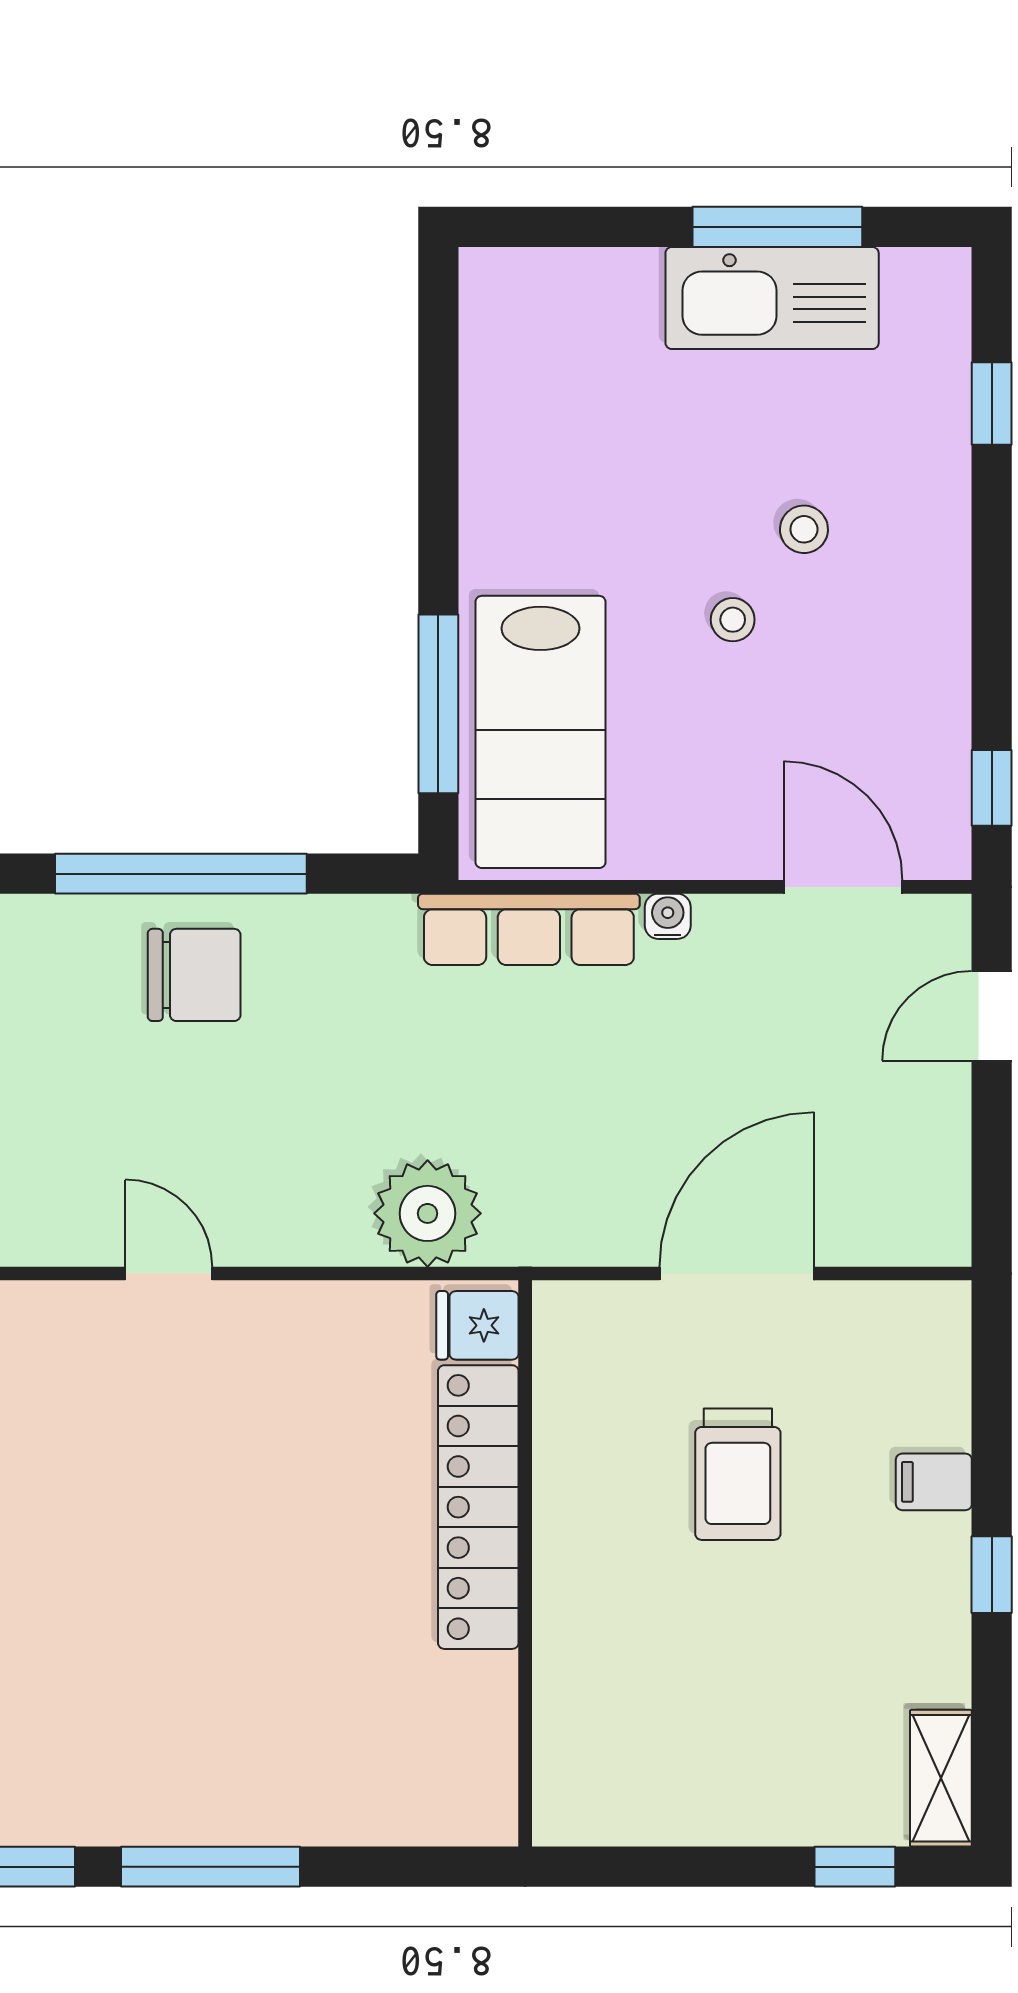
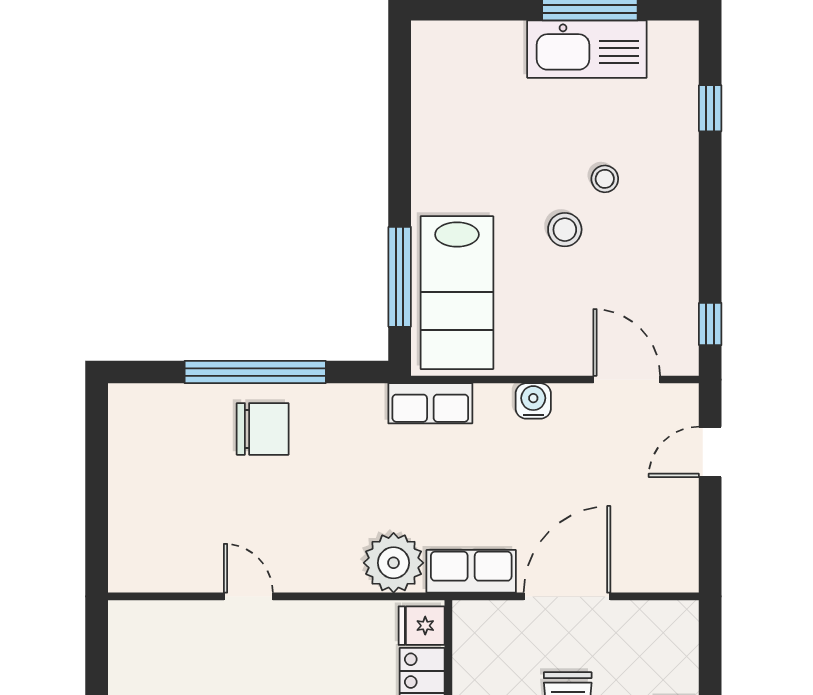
stool: (733, 620) -> (565, 230), width x1.37, depth x1.37
water cooler: (668, 916) -> (533, 401), width x1.38, depth x1.38
row of seats: (529, 929) -> (430, 403), width x0.68
row of seats: (566, 1229) -> (471, 571), added

